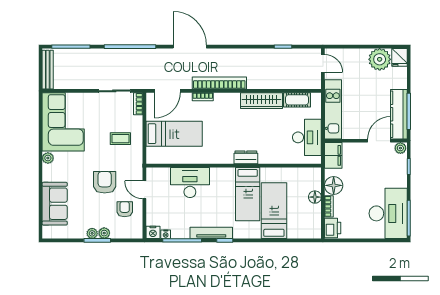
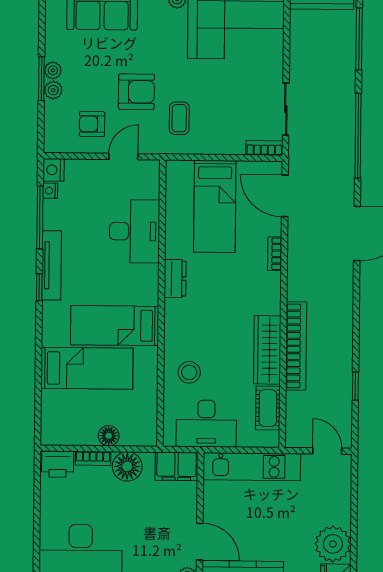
door: (323, 63) -> (327, 451), swing flipped
bookcase: (219, 83) -> (296, 346), moved
coffee table: (120, 139) -> (179, 118), moved
stool: (276, 148) -> (189, 372), added
dresser: (246, 157) -> (175, 278), moved
armchair: (125, 209) -> (92, 124), turned 180

